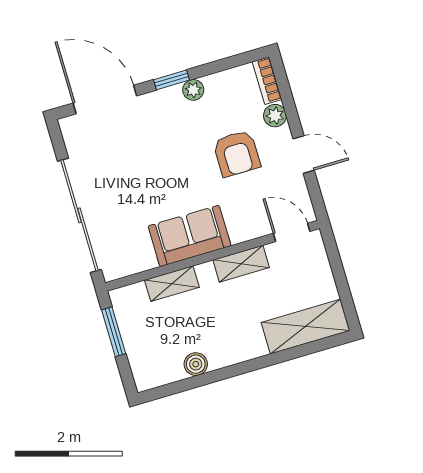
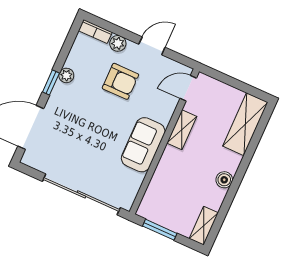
shelving: (172, 284) -> (204, 226), moved
boiler: (196, 364) -> (224, 180), moved

